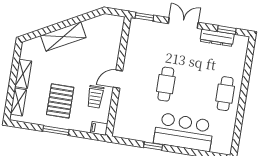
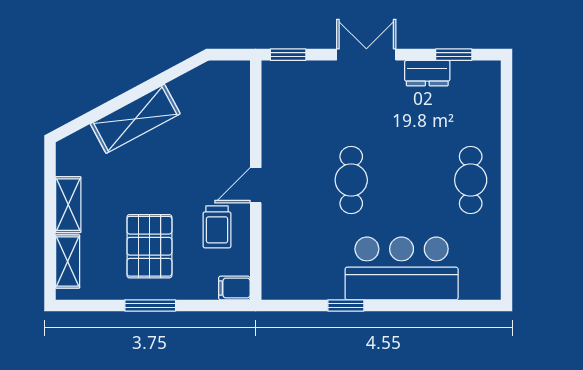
dresser: (217, 38) -> (427, 73), width x0.70

